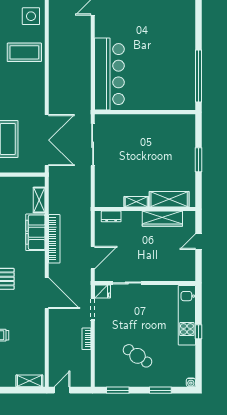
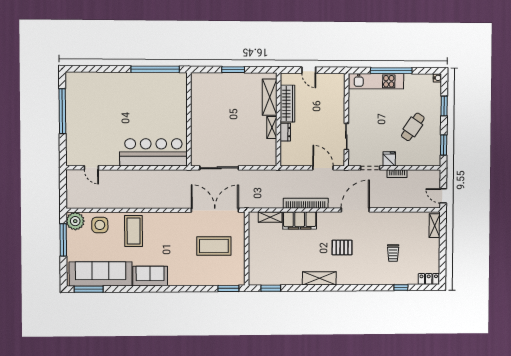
dresser: (111, 216) -> (285, 132), moved
fridge: (103, 292) -> (389, 159), moved
window: (199, 332) -> (391, 71), width x3.17

